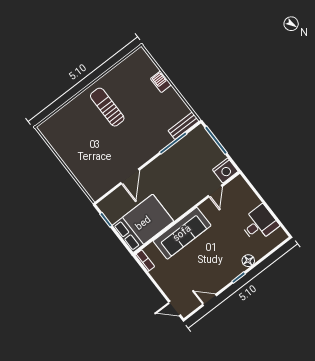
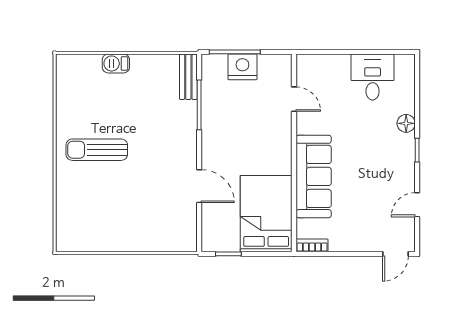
nightstand: (225, 170) -> (242, 67), moved, turned -90

